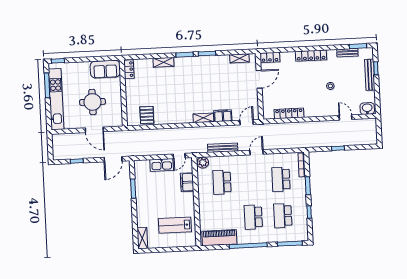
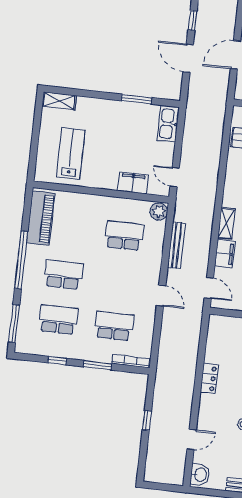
locker: (289, 113) -> (209, 378), moved, width x0.66
door: (113, 159) -> (188, 58), moved
kitchen sink: (162, 165) -> (168, 124), moved

